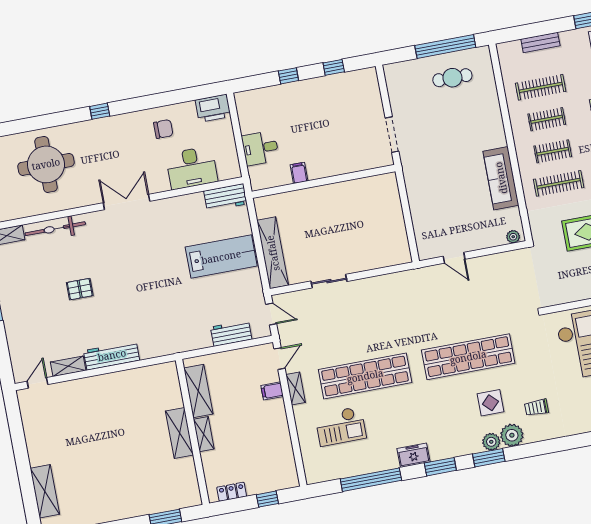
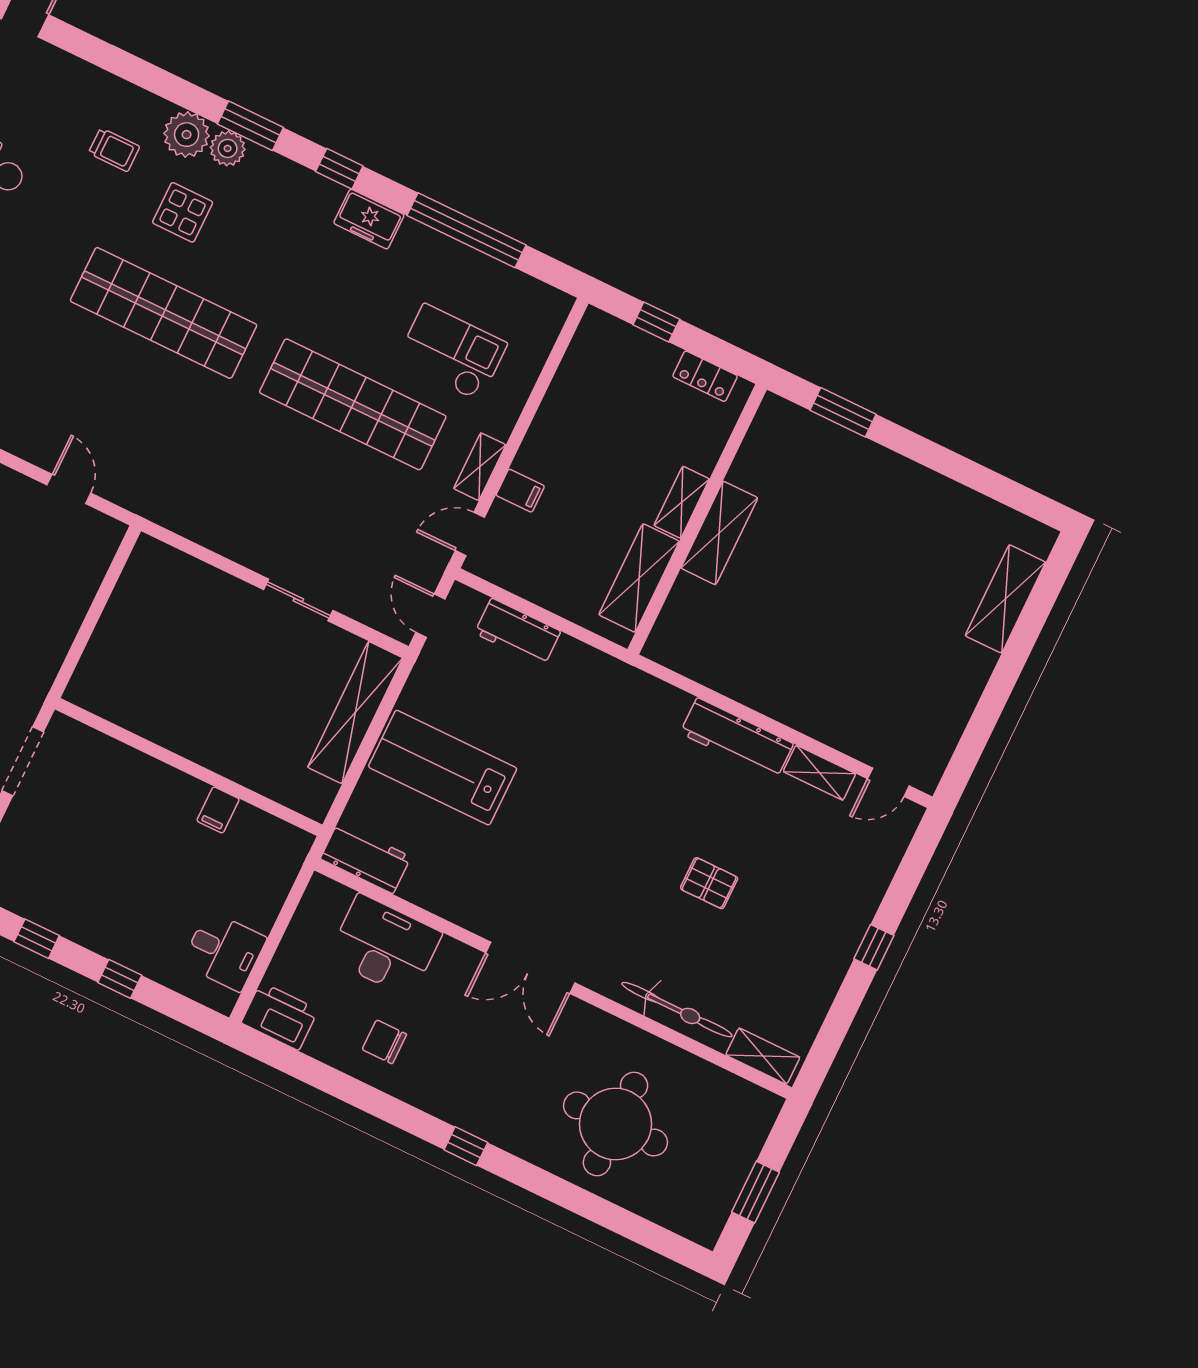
desk: (260, 148) -> (224, 951), moved
window: (440, 467) -> (339, 169), width x0.67

